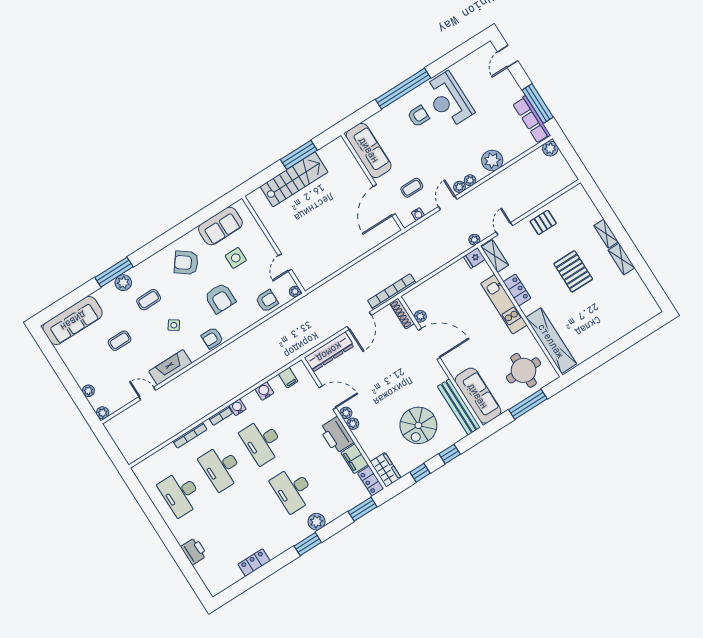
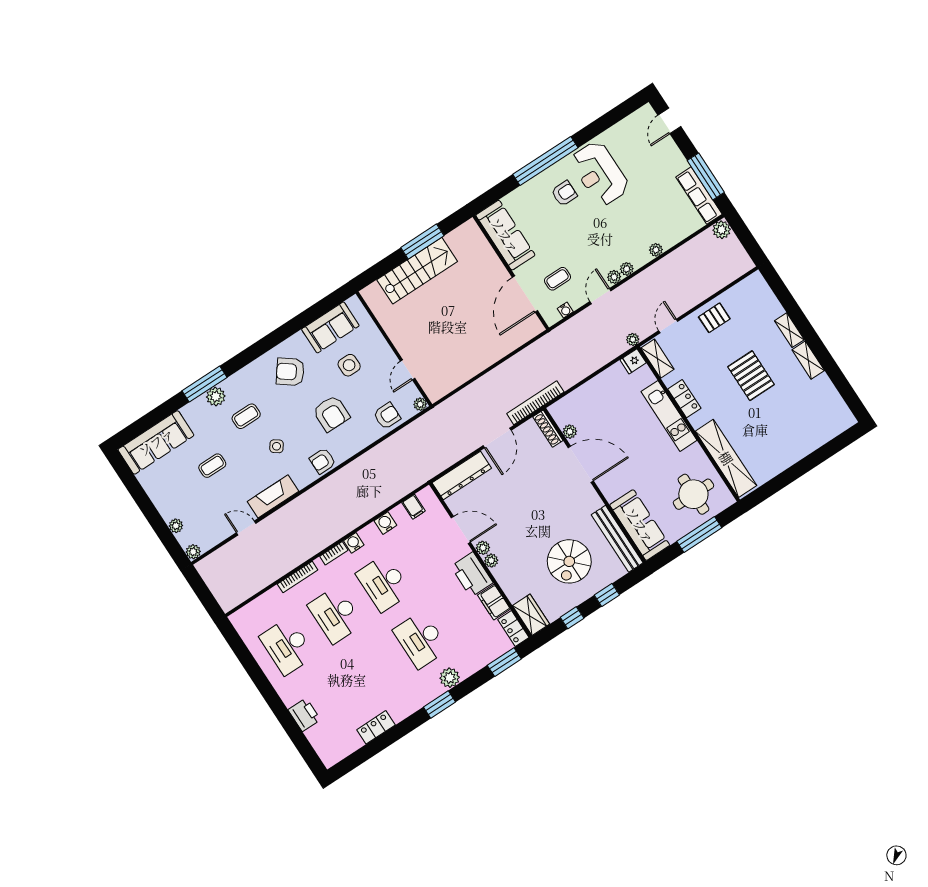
plant: (492, 160) -> (656, 250), width x0.53, depth x0.53

